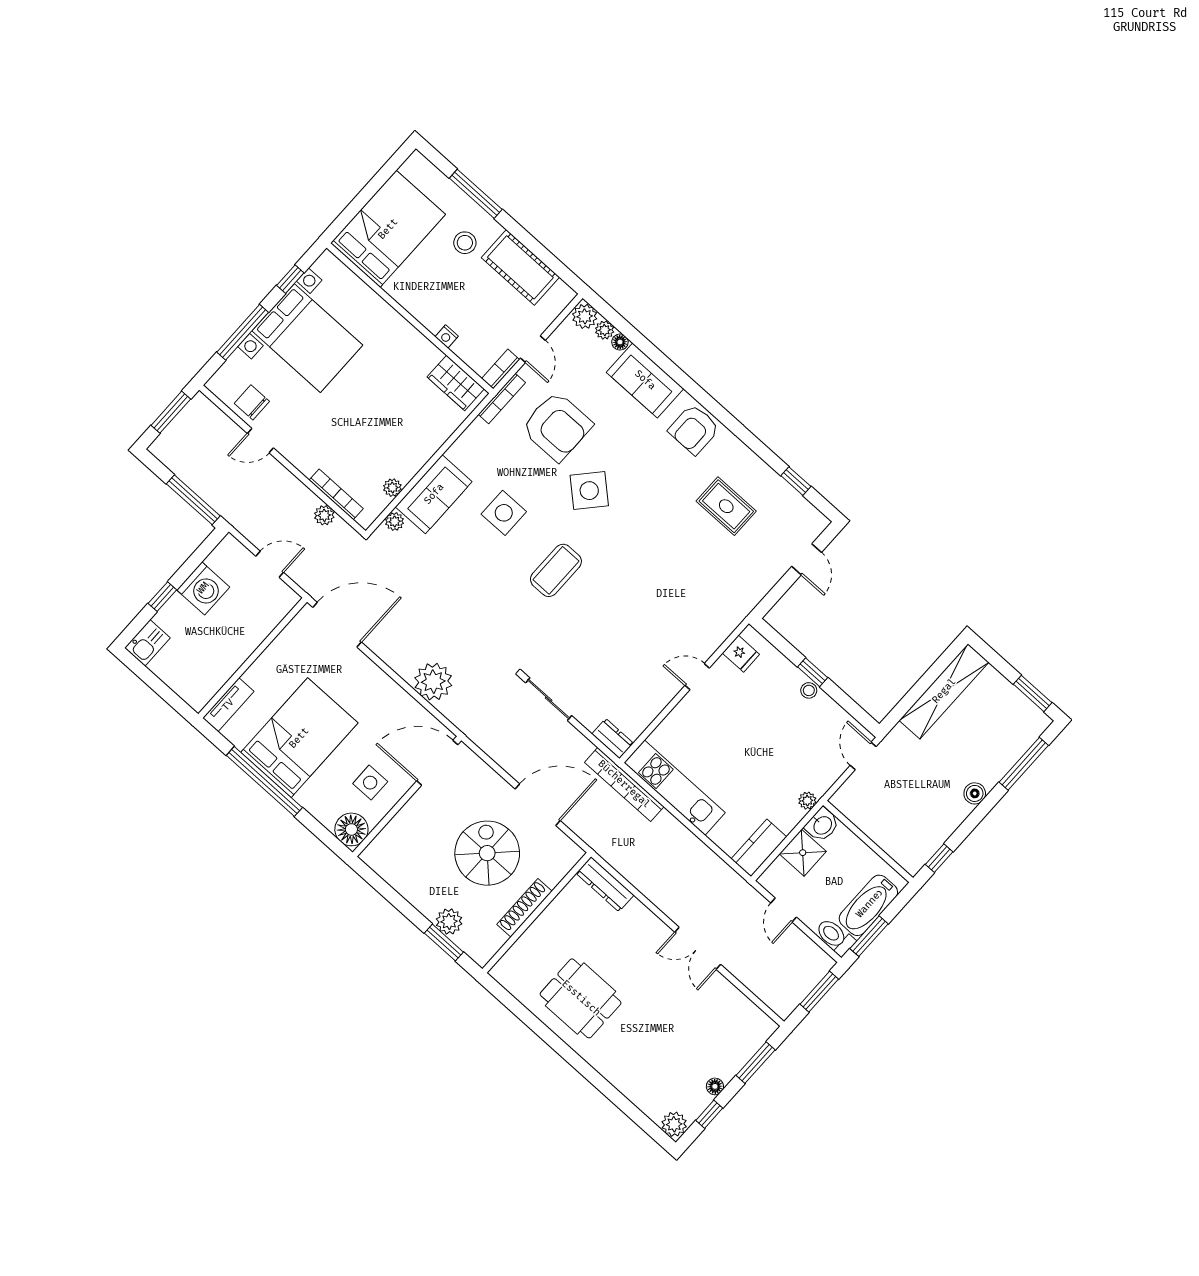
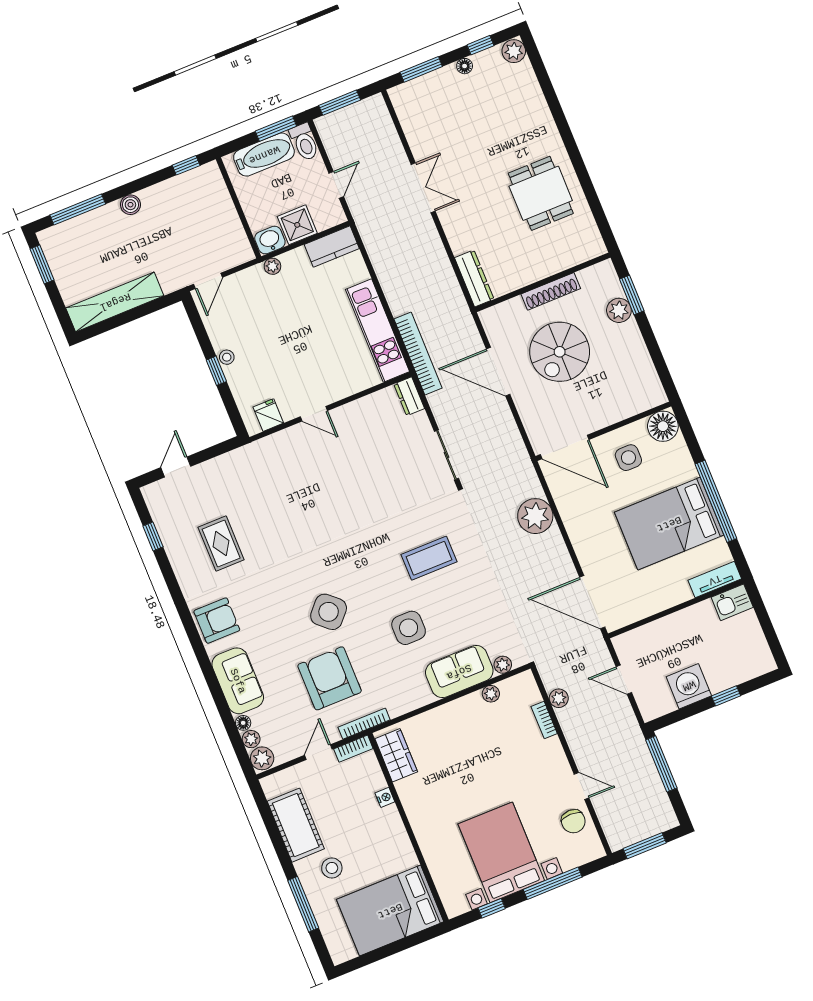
bookcase: (336, 494) -> (544, 720), width x0.64
coffee table: (556, 570) -> (429, 558), moved
kitchen sink: (147, 643) -> (732, 602), moved, turned 180

